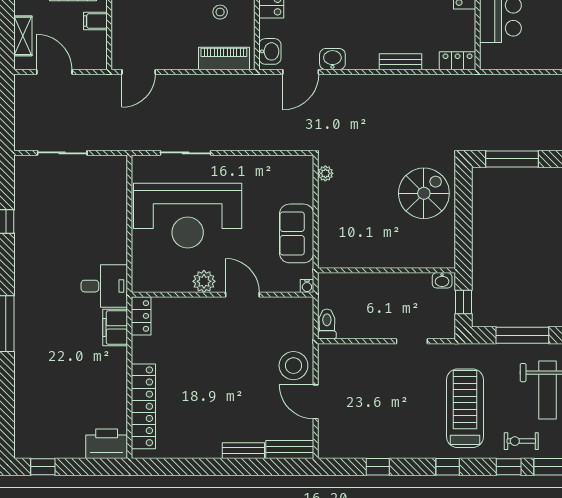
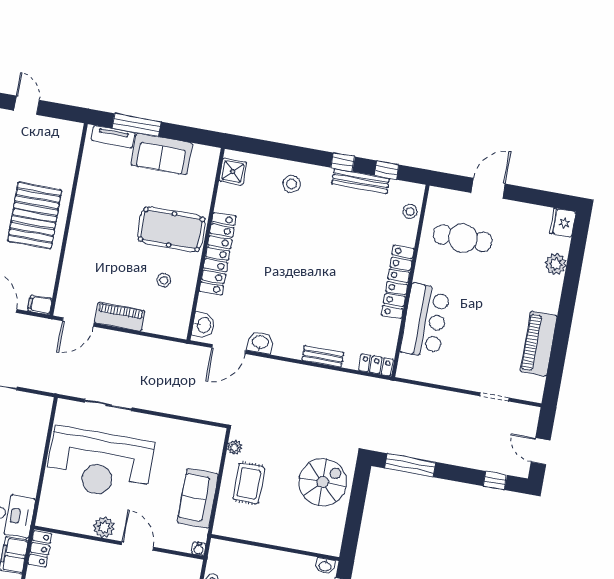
filing cabinet: (95, 21) -> (40, 305), moved
piano: (224, 59) -> (120, 317), moved
rug: (347, 208) -> (249, 483), added

